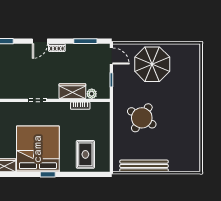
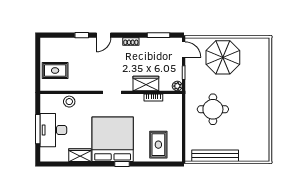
door: (40, 41) -> (104, 35), moved
plant: (92, 94) -> (177, 86), moved
round table: (142, 118) -> (213, 109), turned -32

